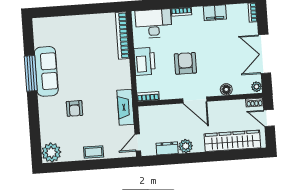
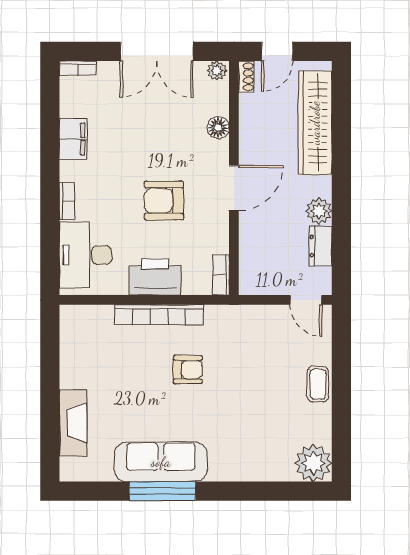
bookcase: (122, 35) -> (159, 315), moved
fireplace: (125, 107) -> (73, 423), moved, turned -90
armchair: (74, 108) -> (188, 370), moved

